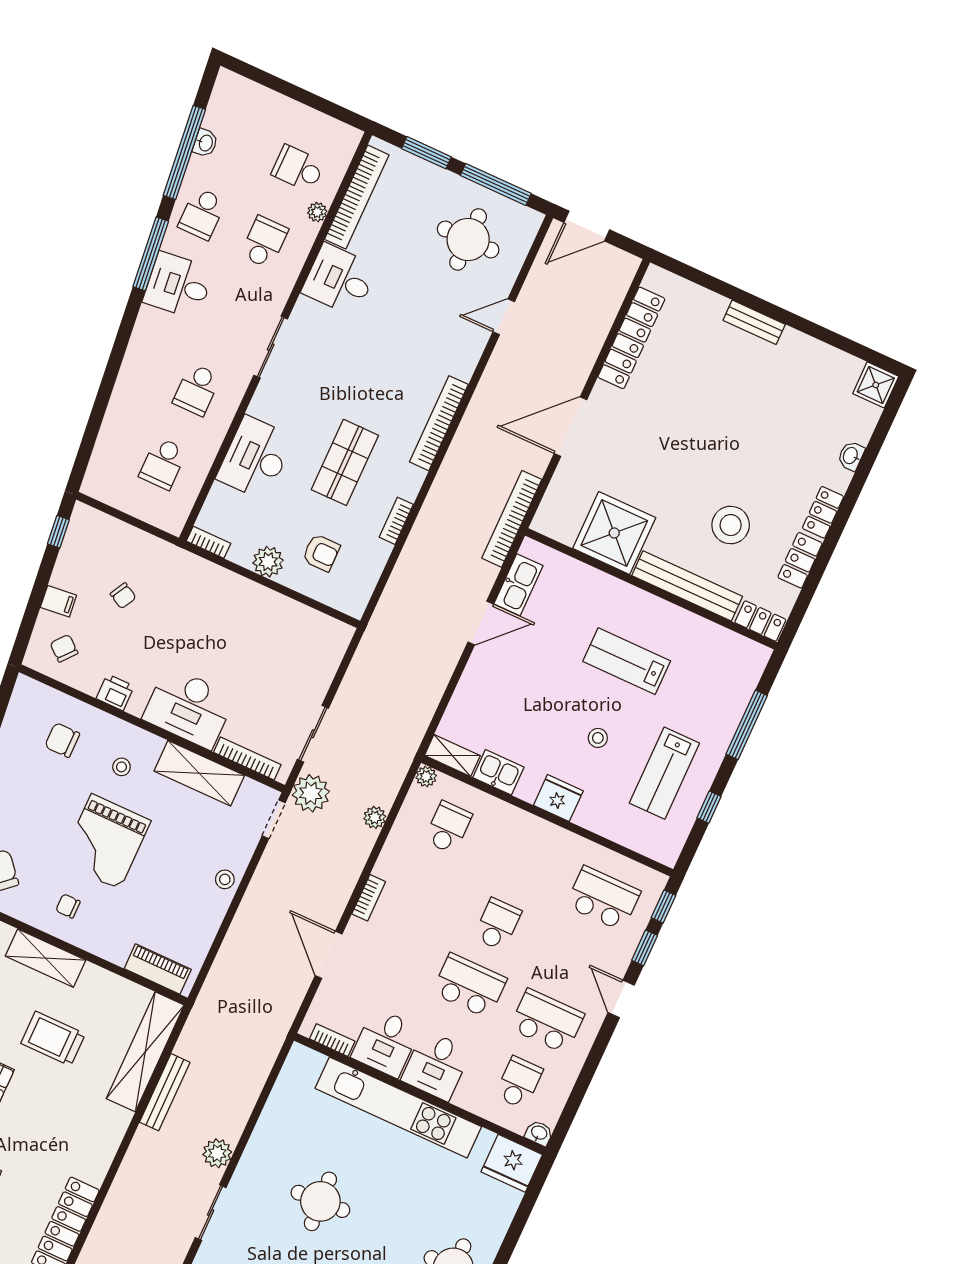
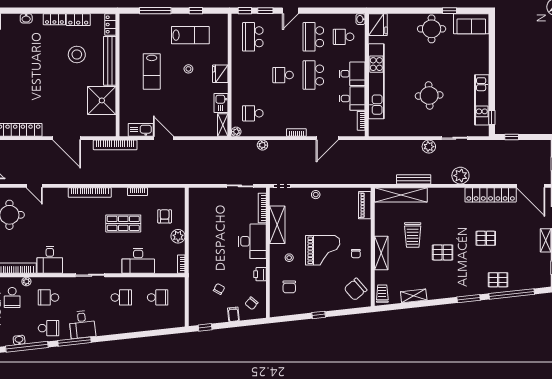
plant: (311, 793) -> (460, 176), moved

